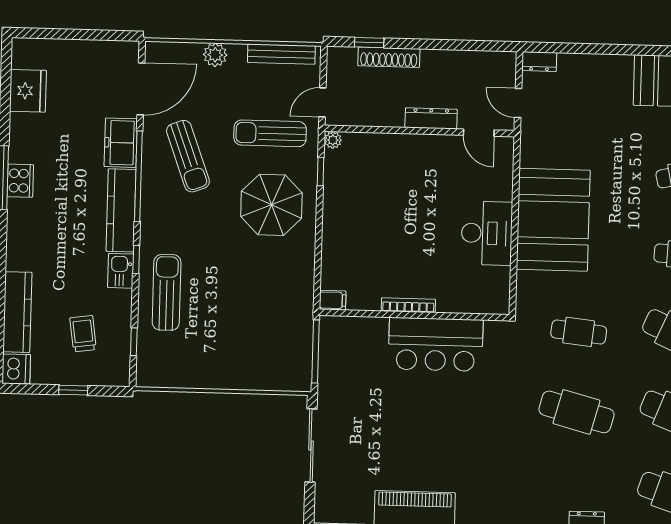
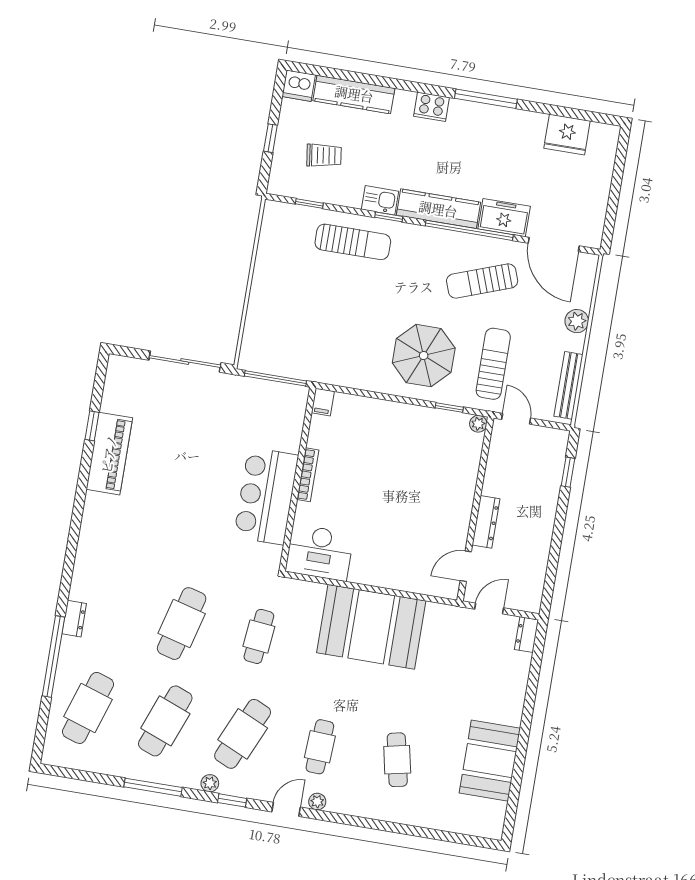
shoe rack: (389, 57) -> (551, 489), removed
cooker: (20, 181) -> (431, 107), moved
desk: (487, 233) -> (320, 553), moved

